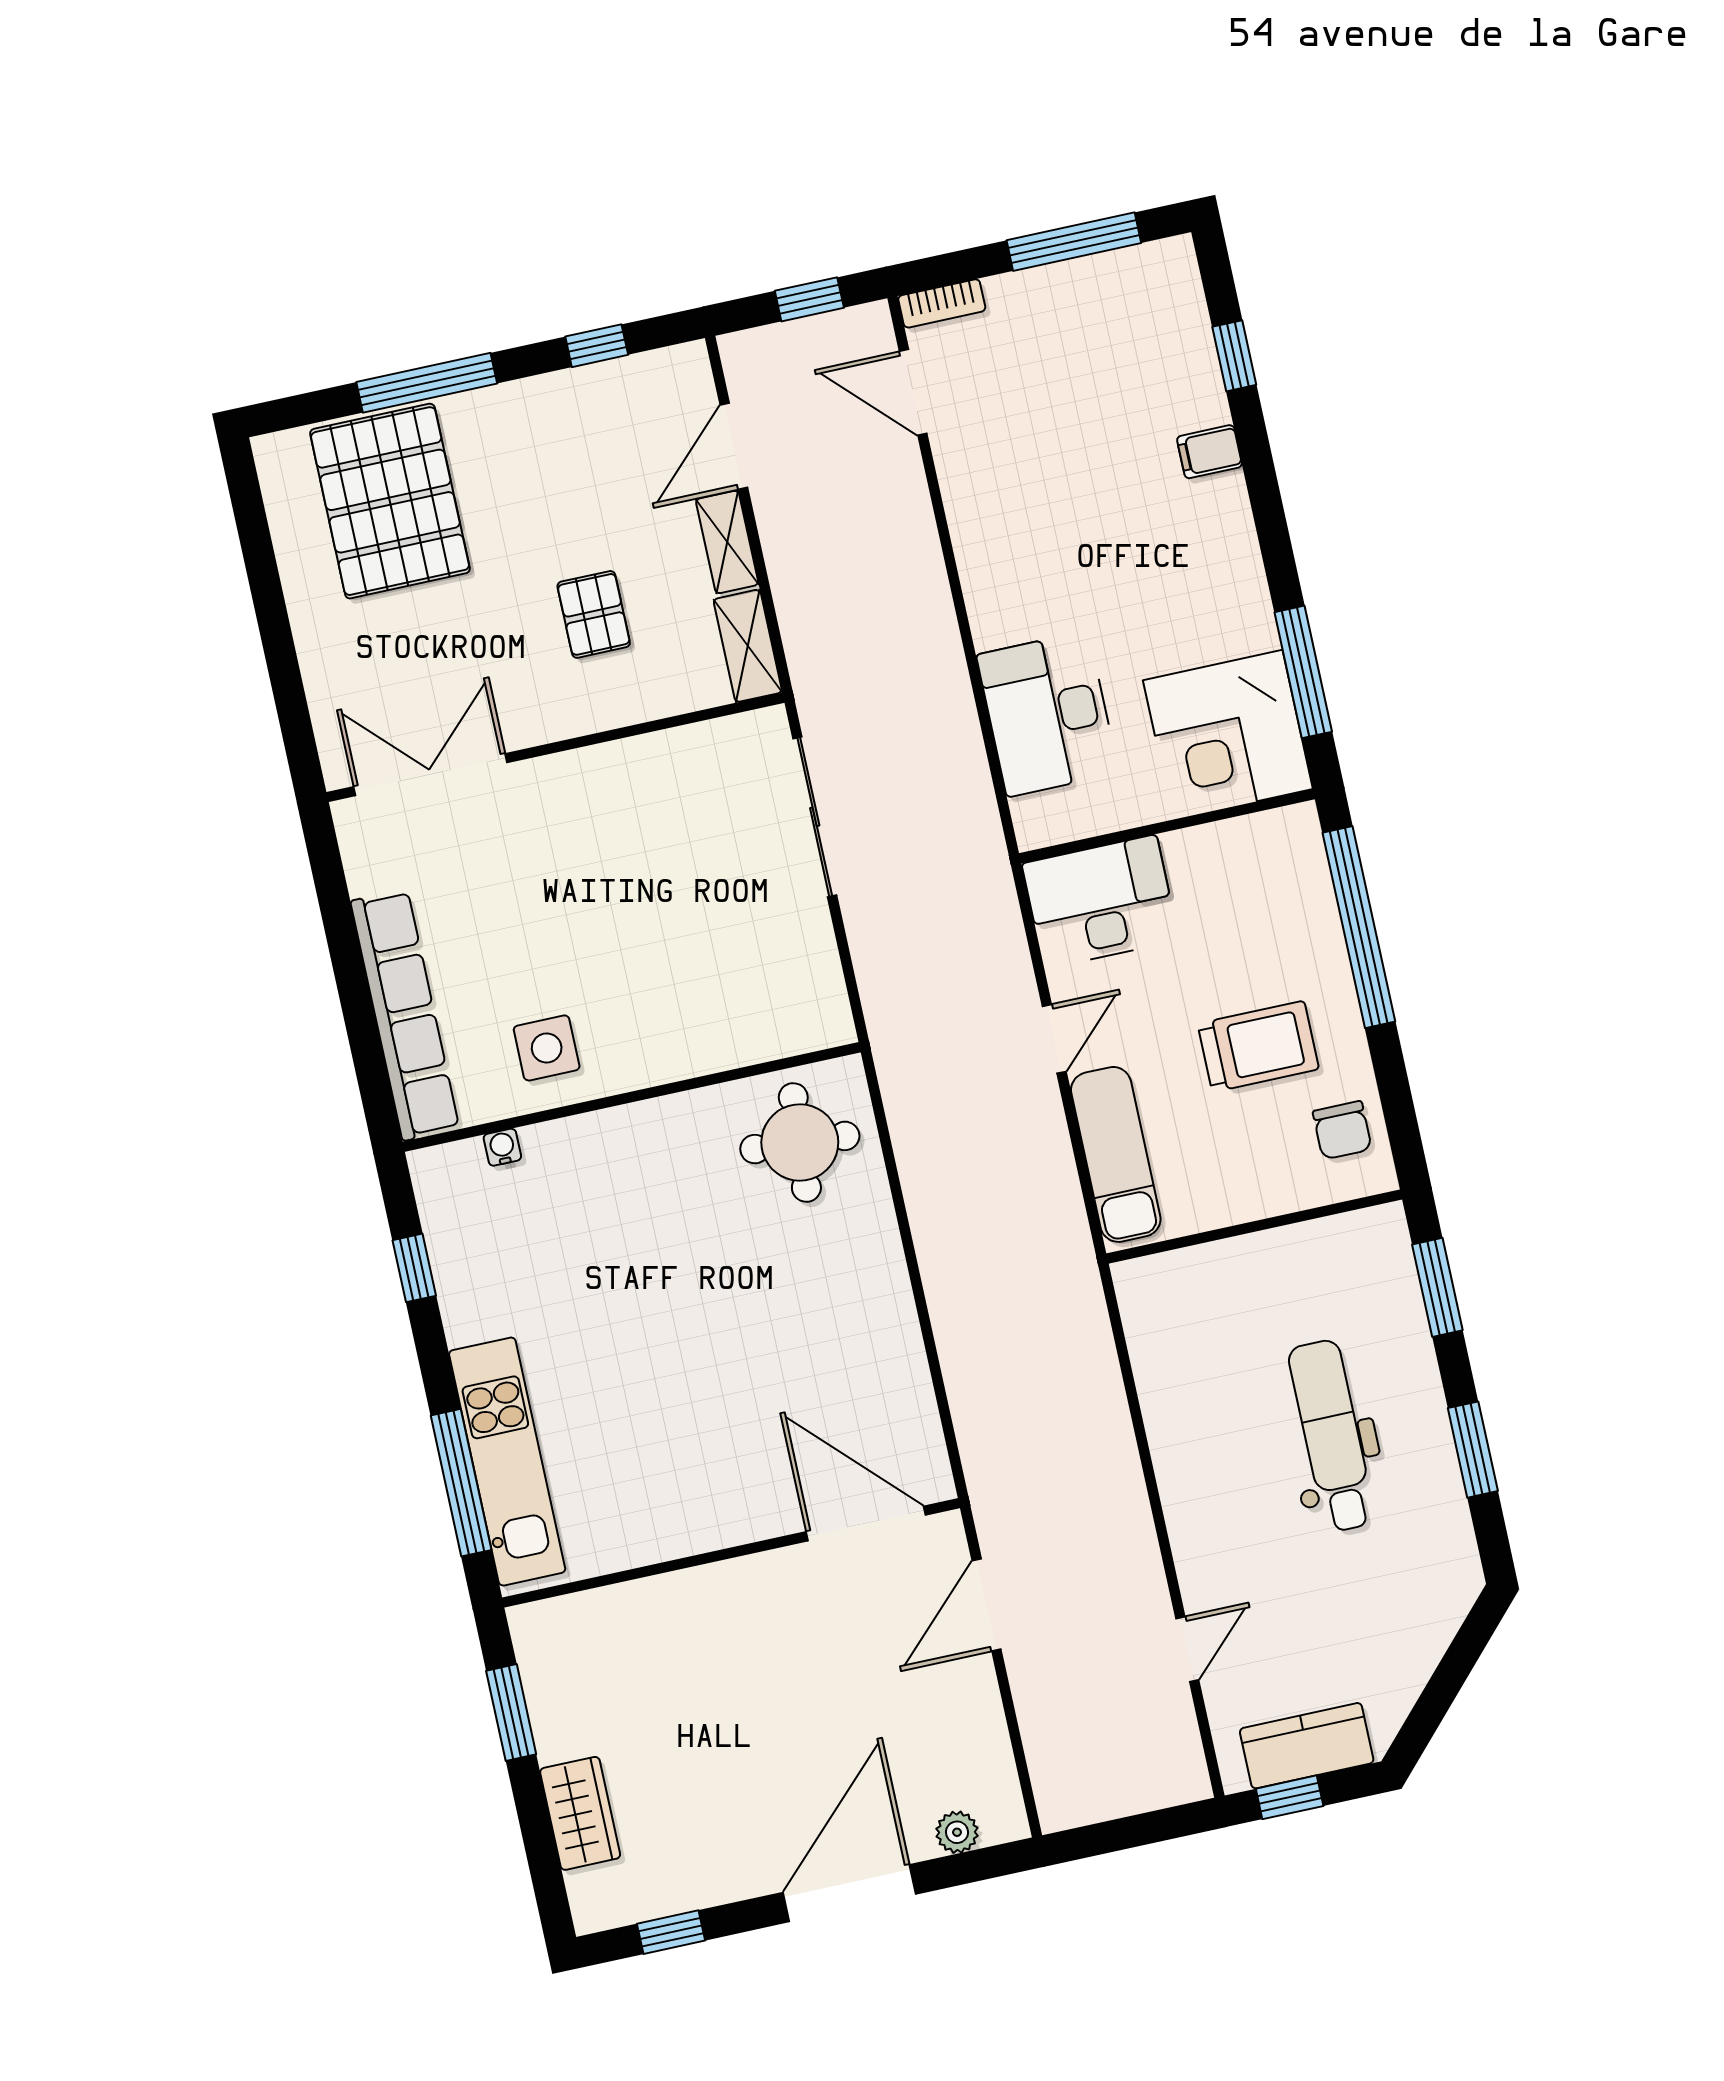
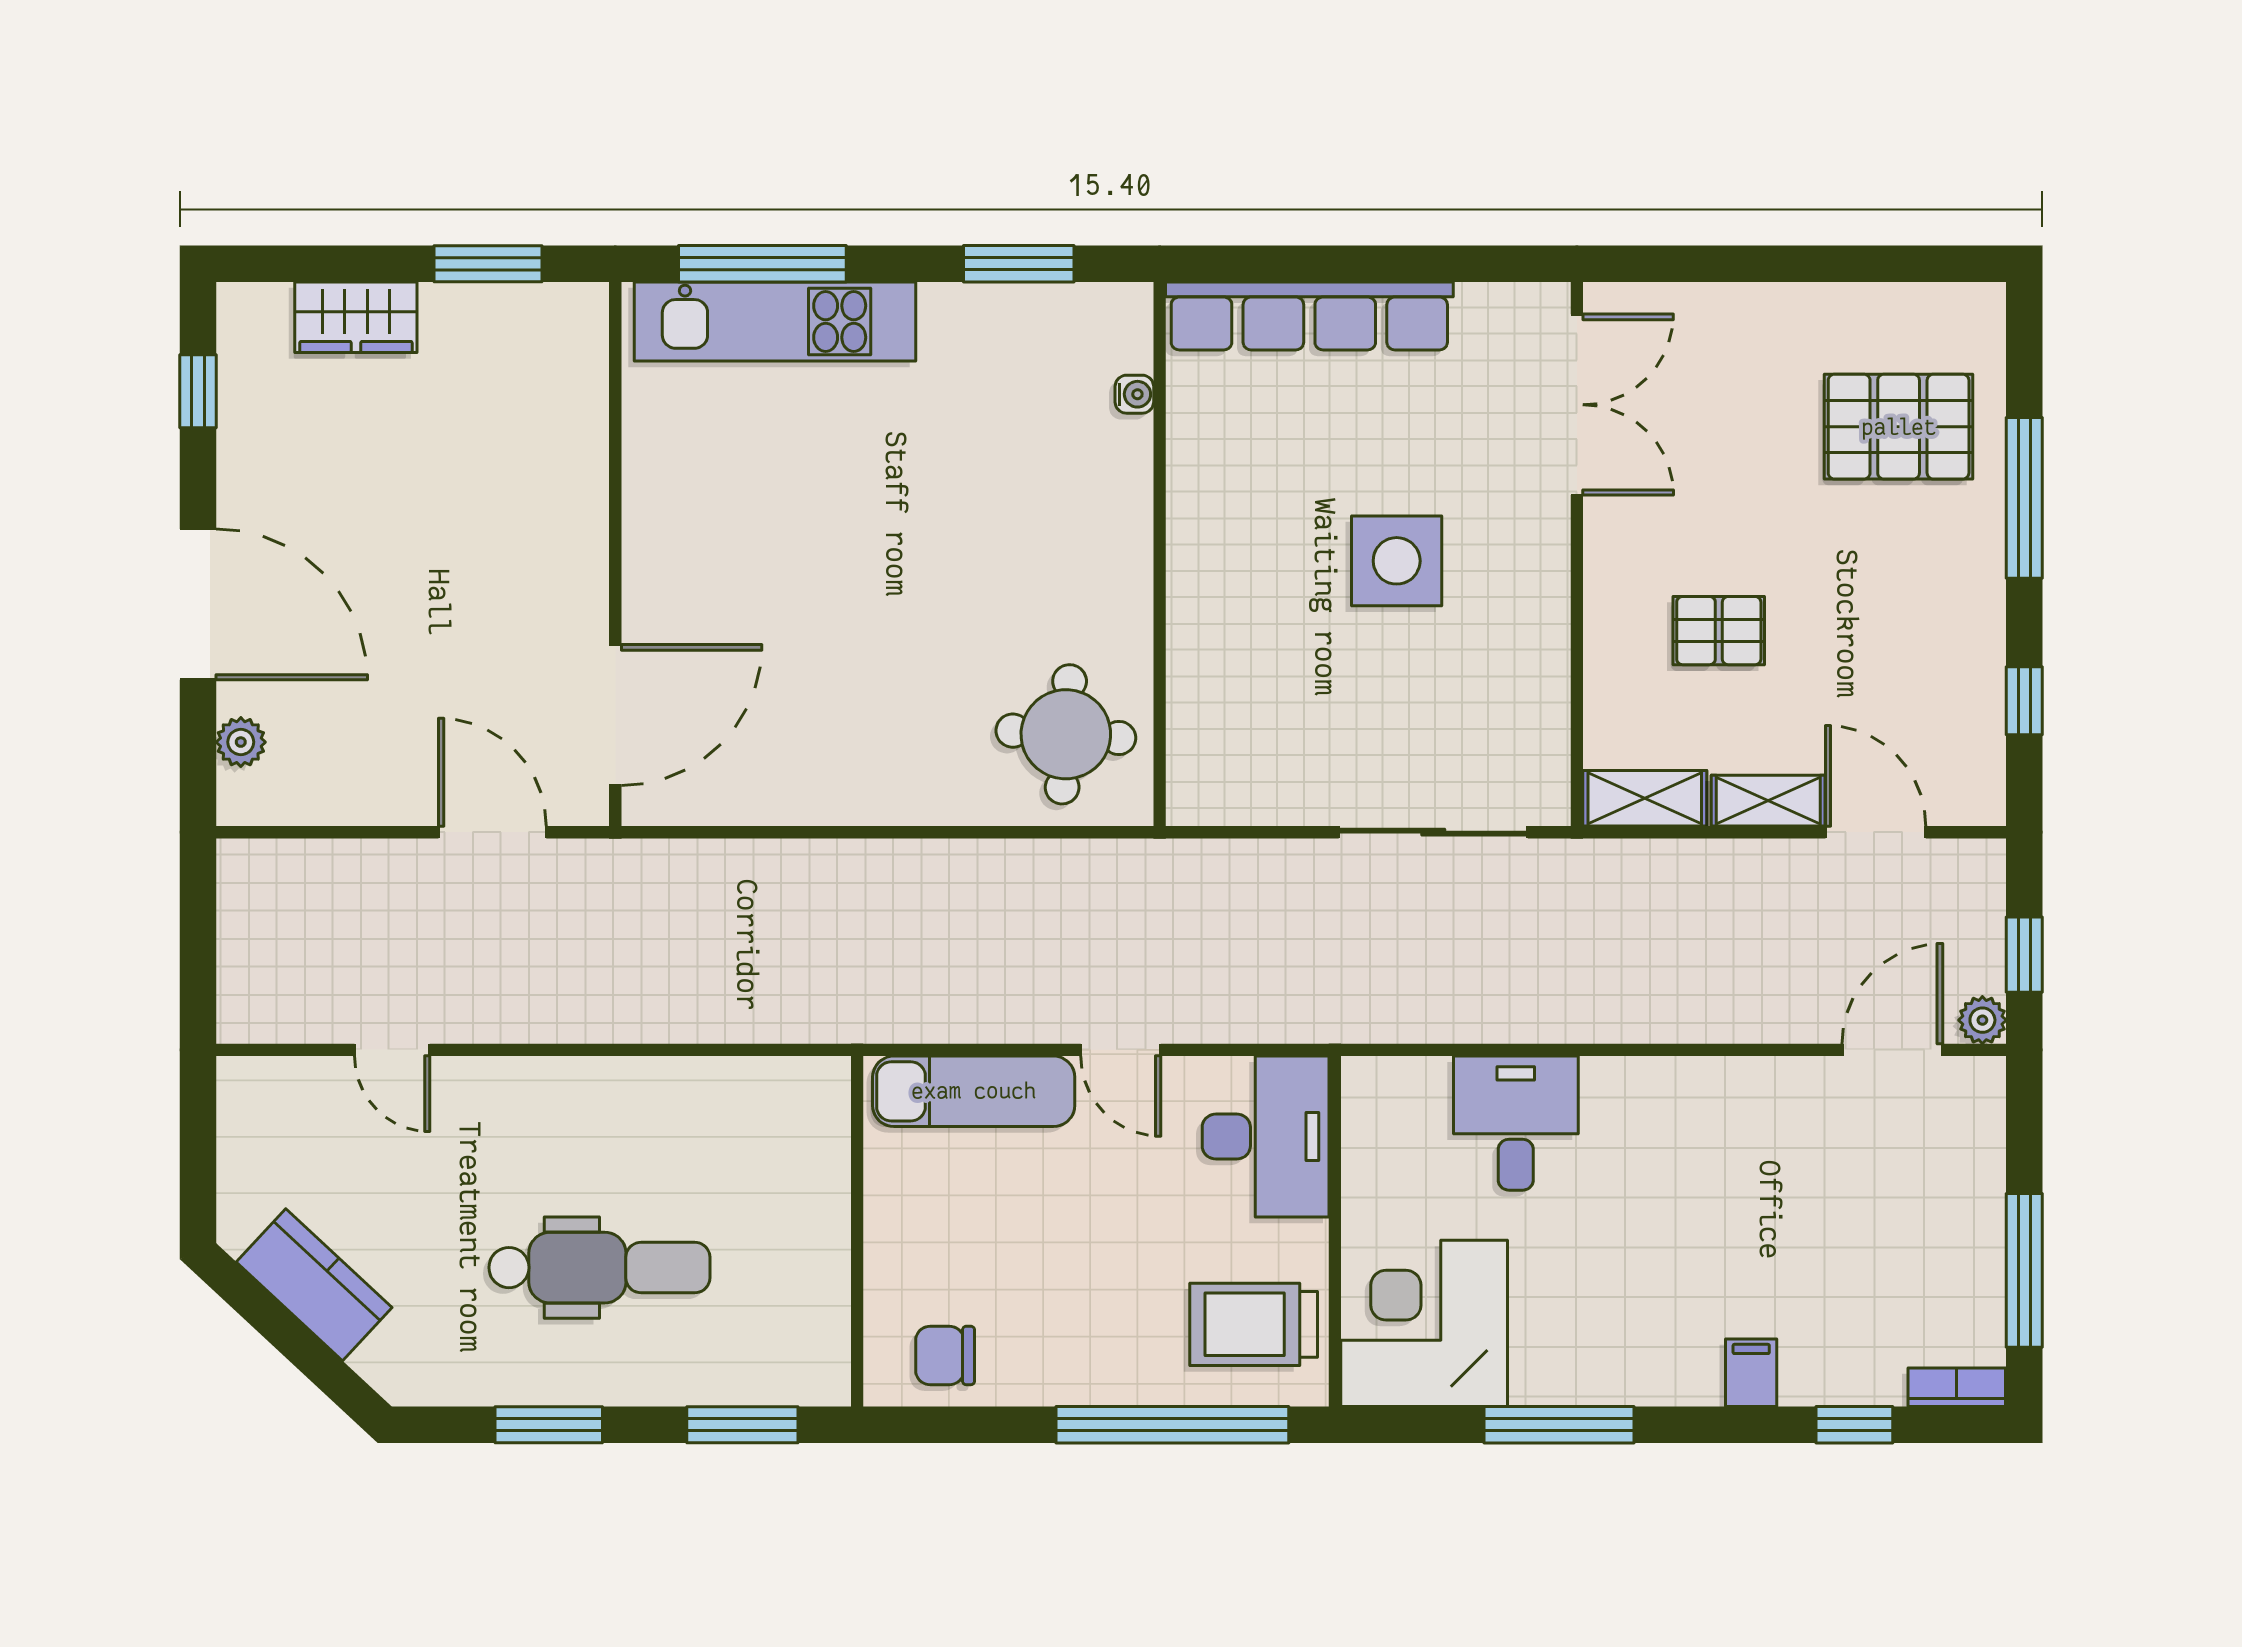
bookcase: (942, 303) -> (1957, 1387), moved, turned 90
plant: (872, 322) -> (1982, 1020), added
pallet: (390, 501) -> (1899, 427), width x0.73, depth x0.71
window: (1303, 672) -> (1559, 1425), moved
desk: (1048, 714) -> (1516, 1123), width x0.73
trolley: (1258, 1046) -> (1254, 1324), moved, turned 90
side table: (547, 1048) -> (1397, 561), moved, width x1.37, depth x1.37
window: (414, 1268) -> (1019, 264), width x1.50
kitchen counter: (1307, 1746) -> (314, 1285), moved, turned -47
window: (1290, 1797) -> (198, 1130), removed

